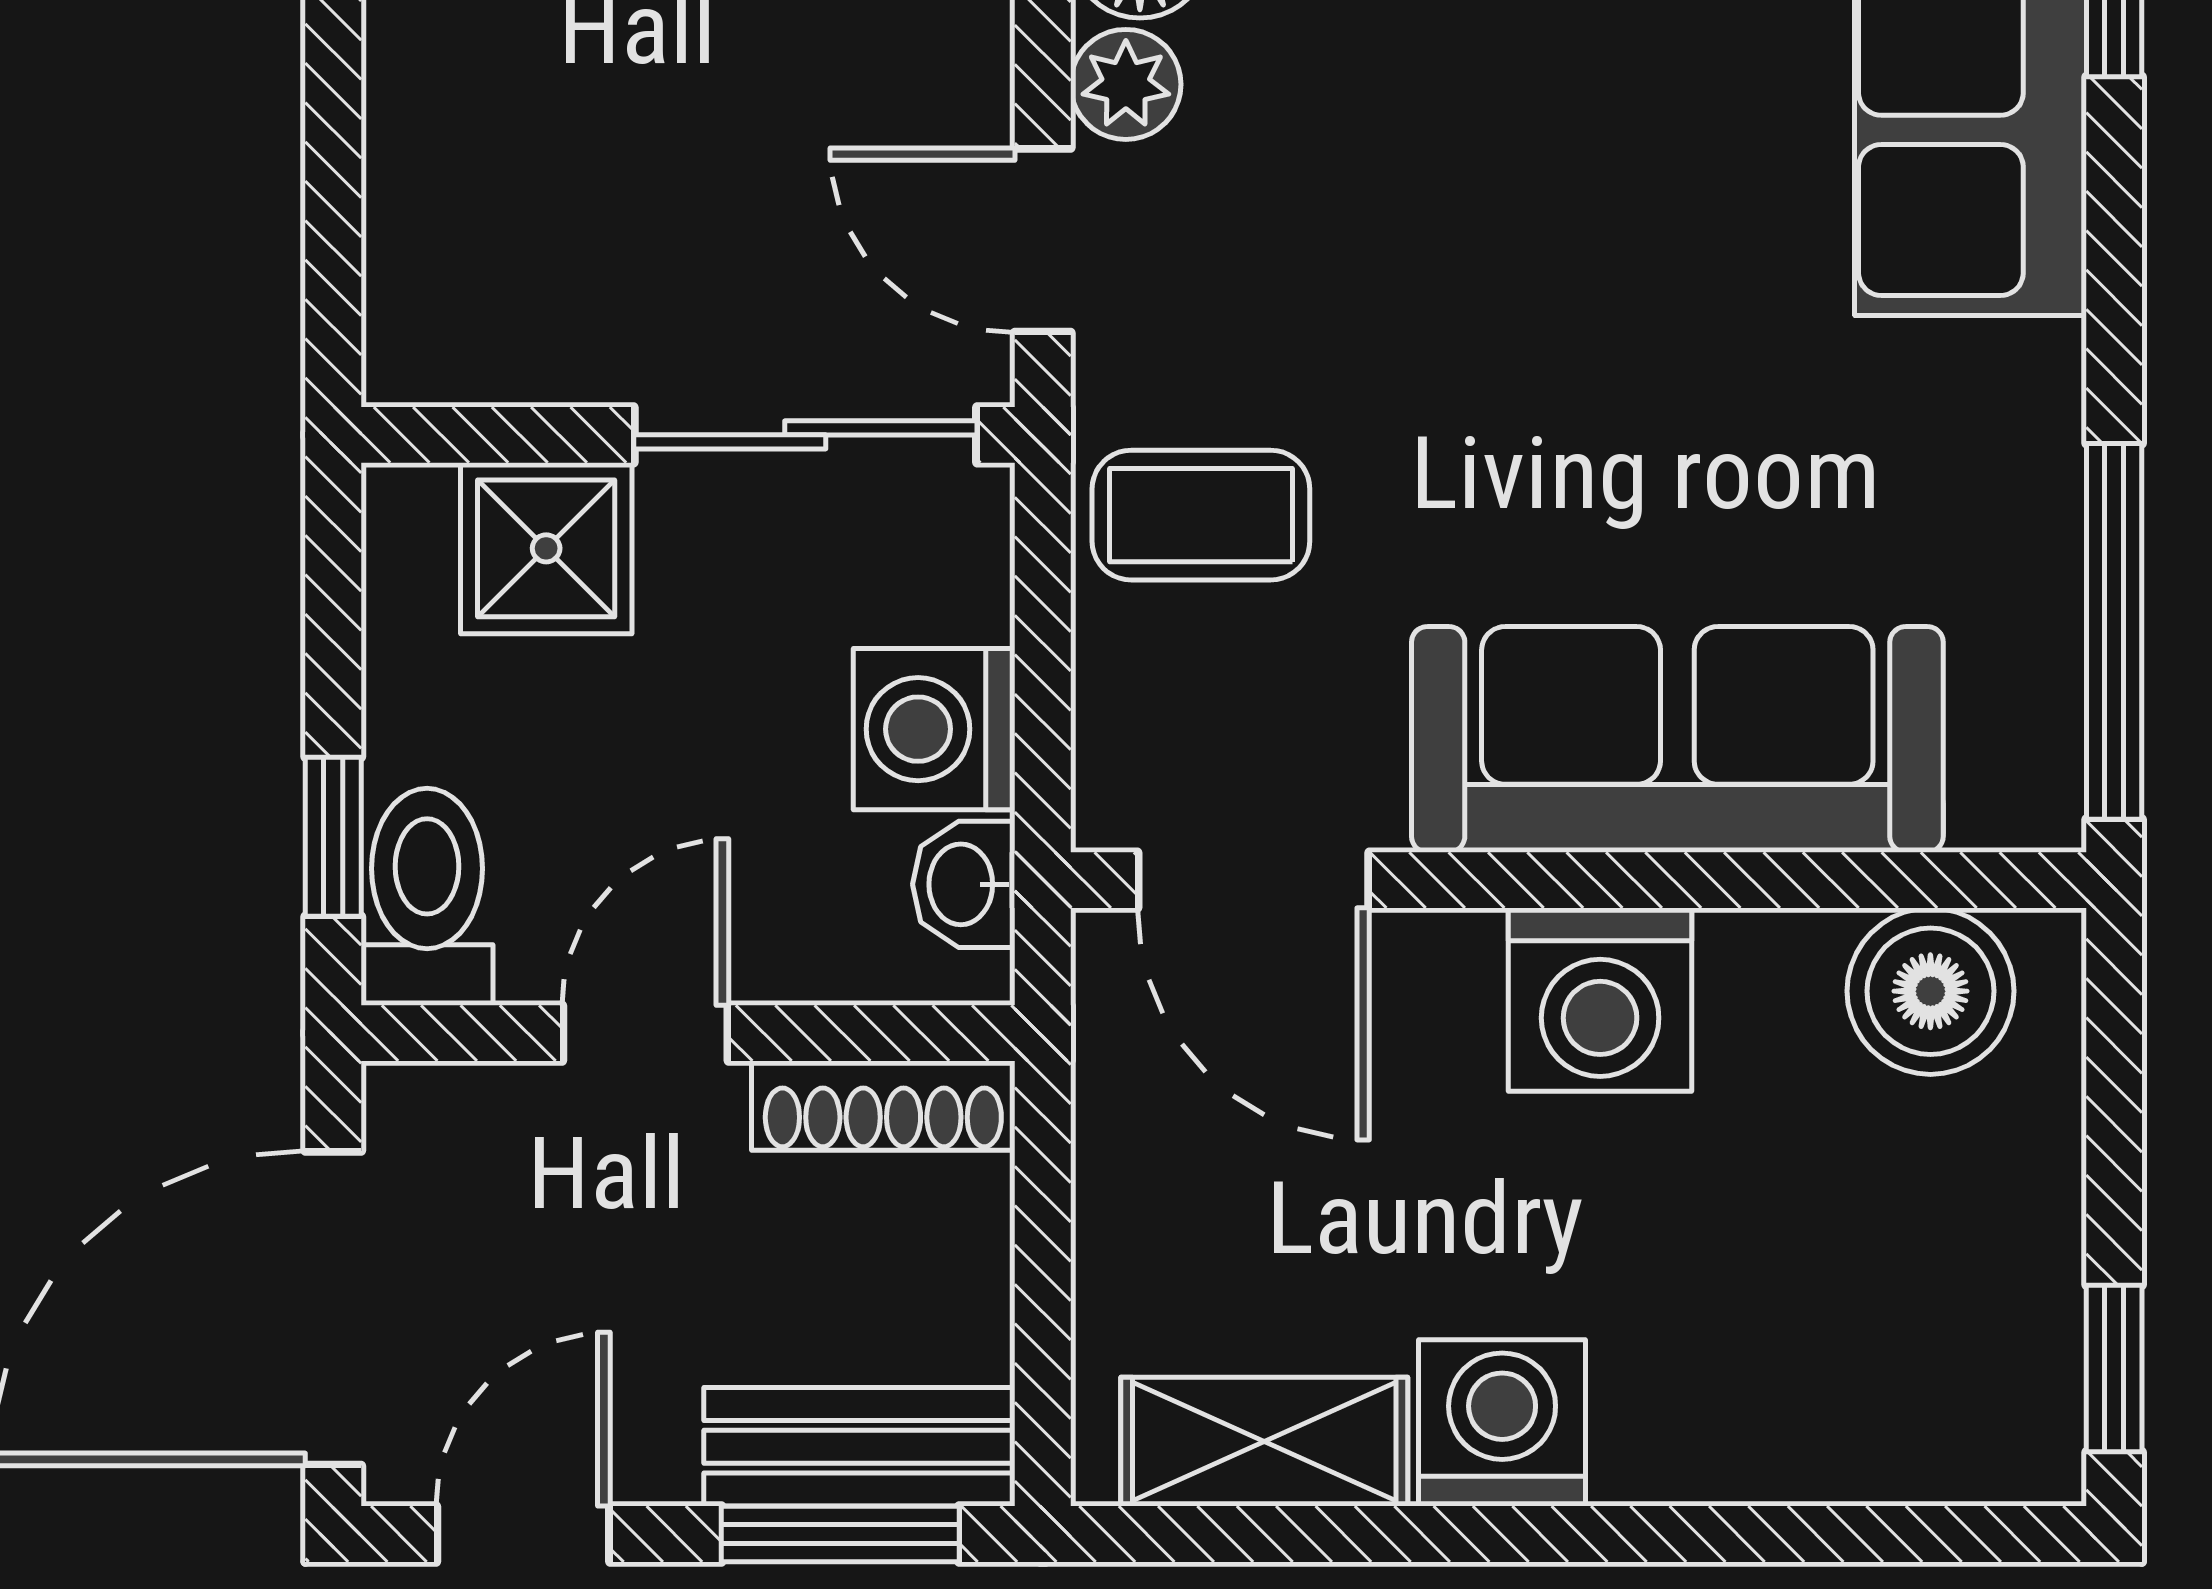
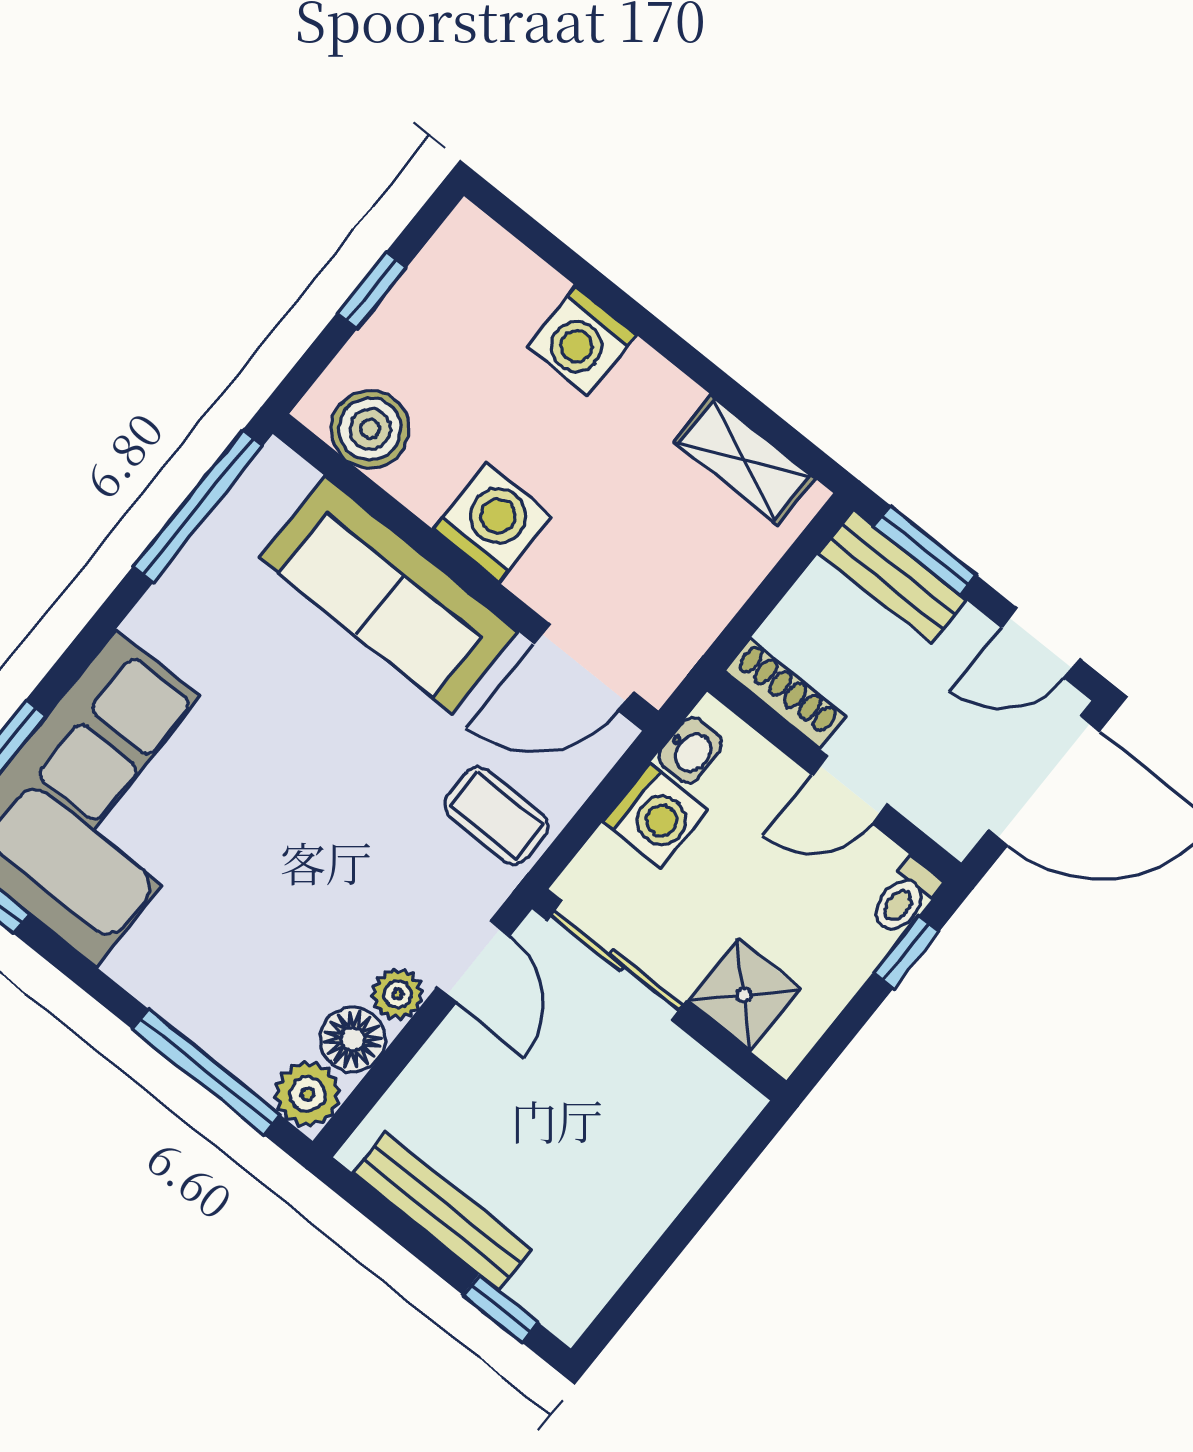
door: (1253, 880) -> (584, 667), swing flipped
toilet: (427, 897) -> (905, 897), width x0.73, depth x0.72
window: (2114, 1369) -> (372, 290), moved
washing machine: (1502, 1423) -> (581, 340), moved

